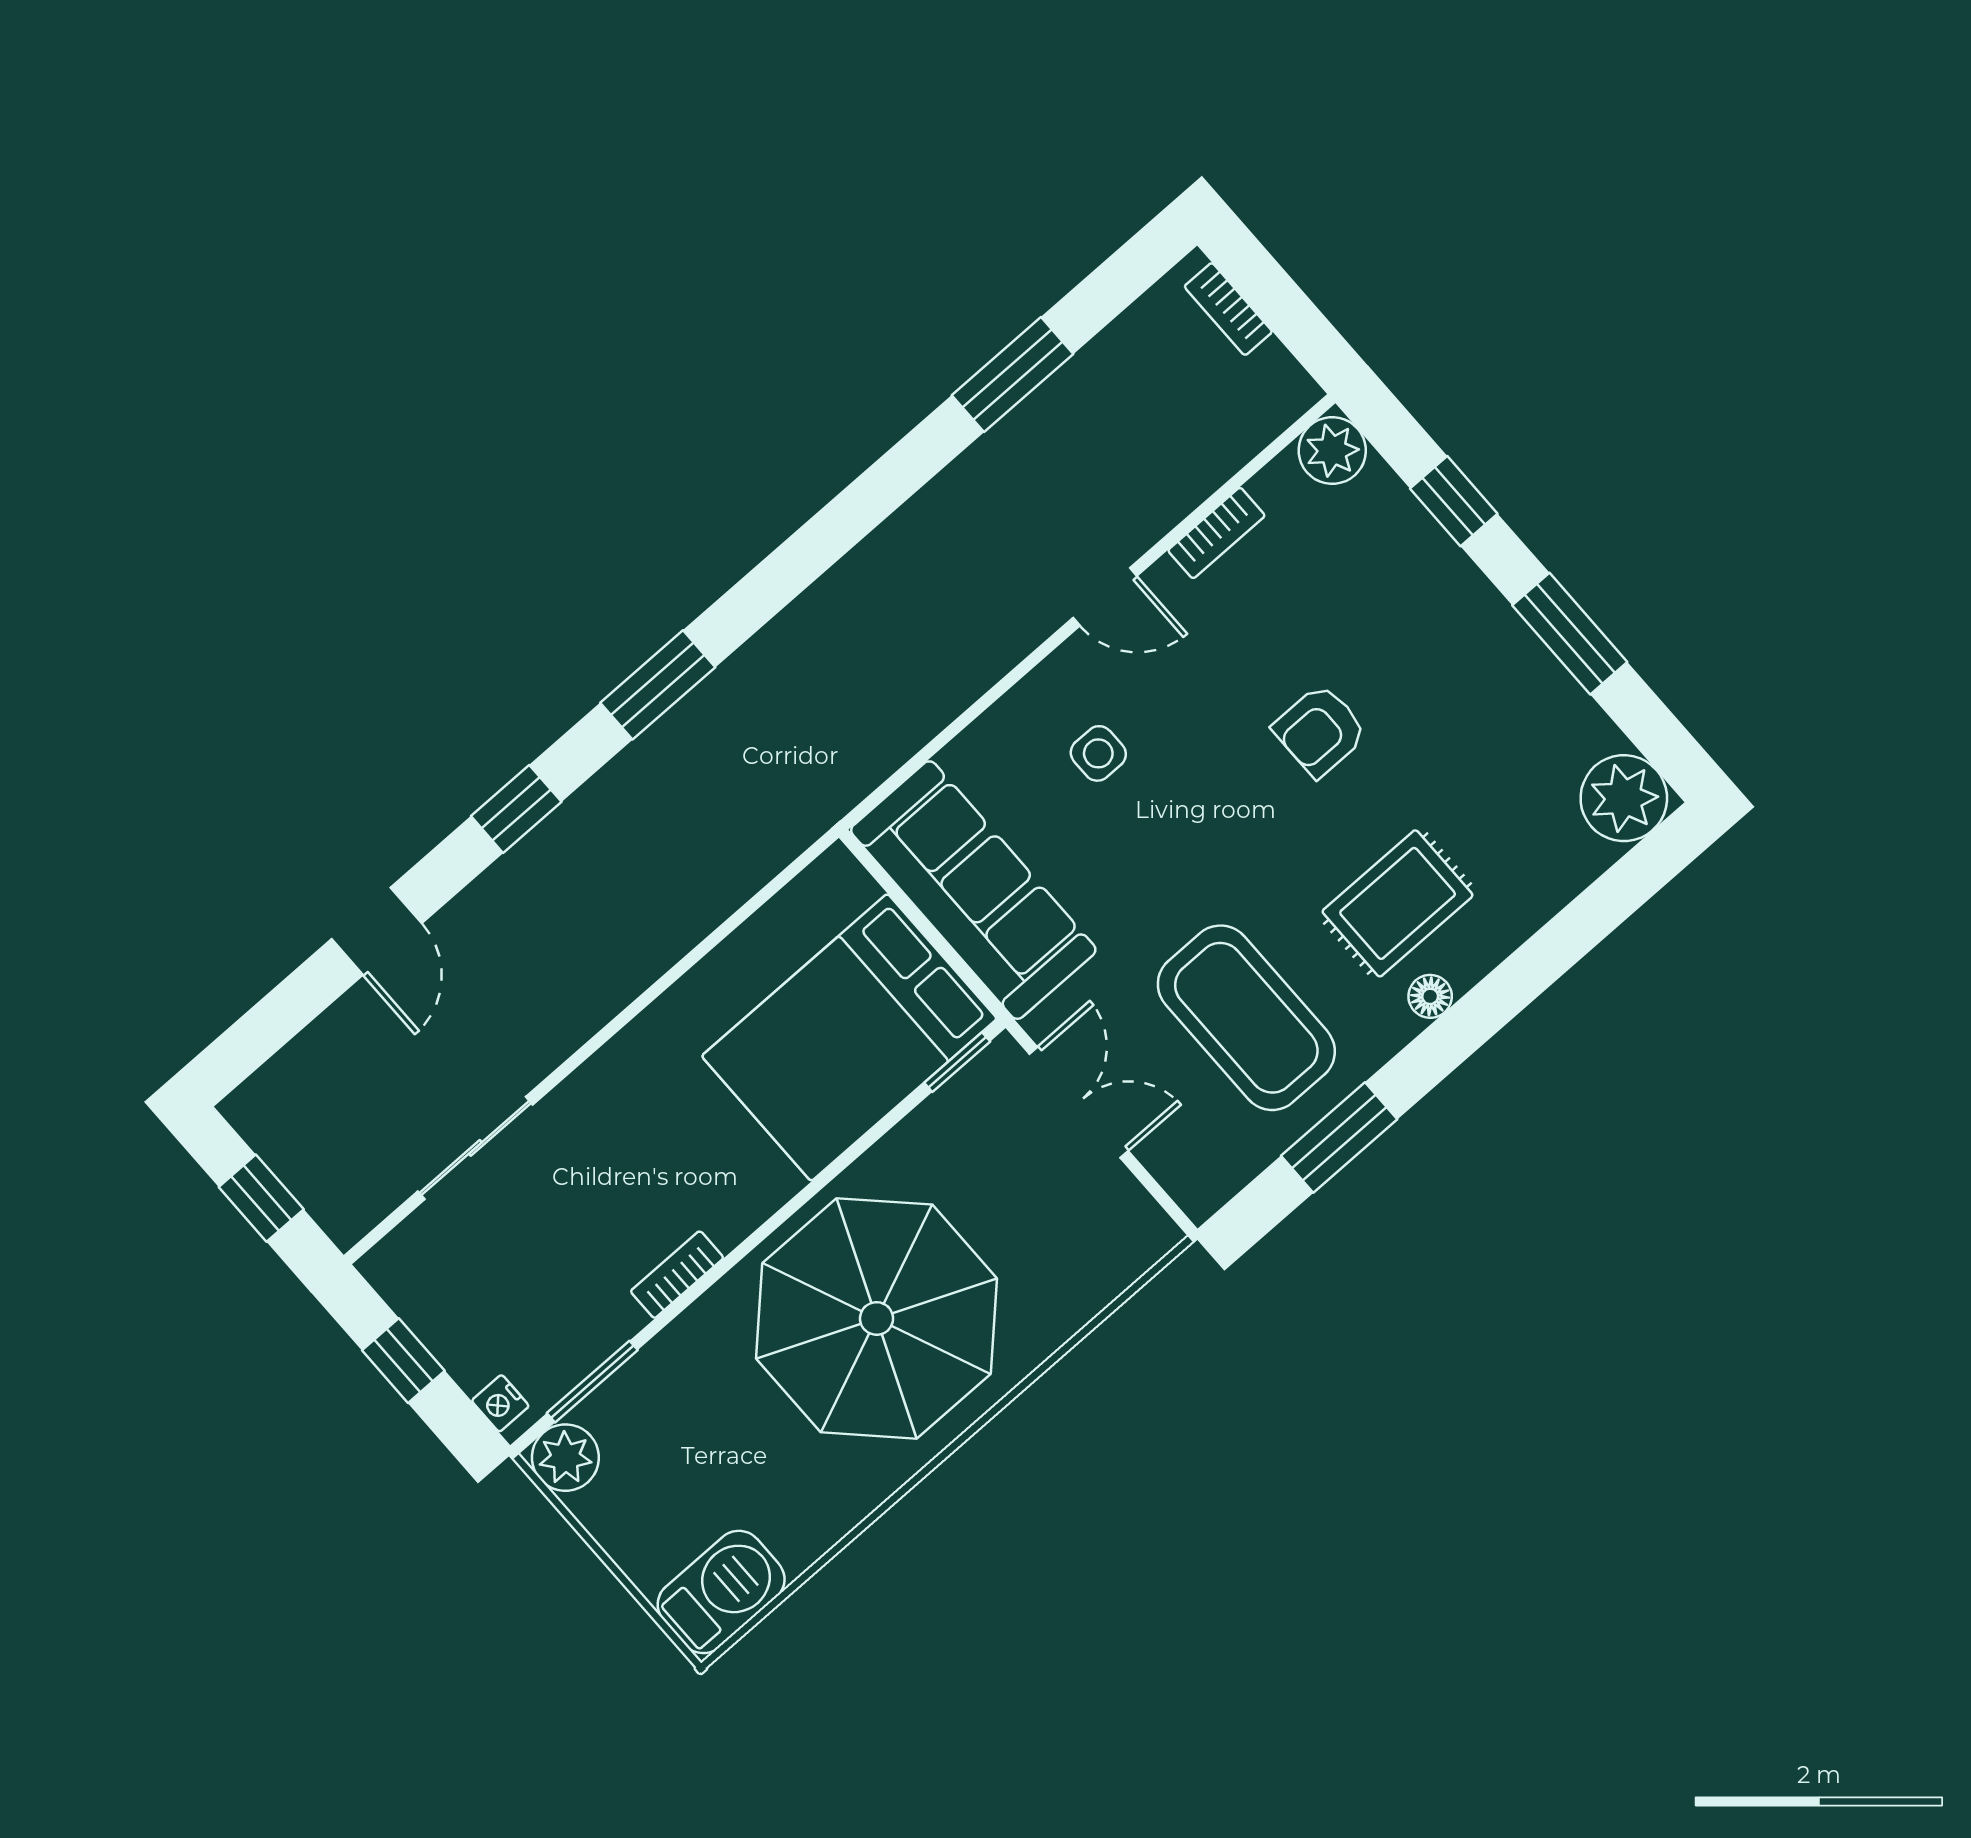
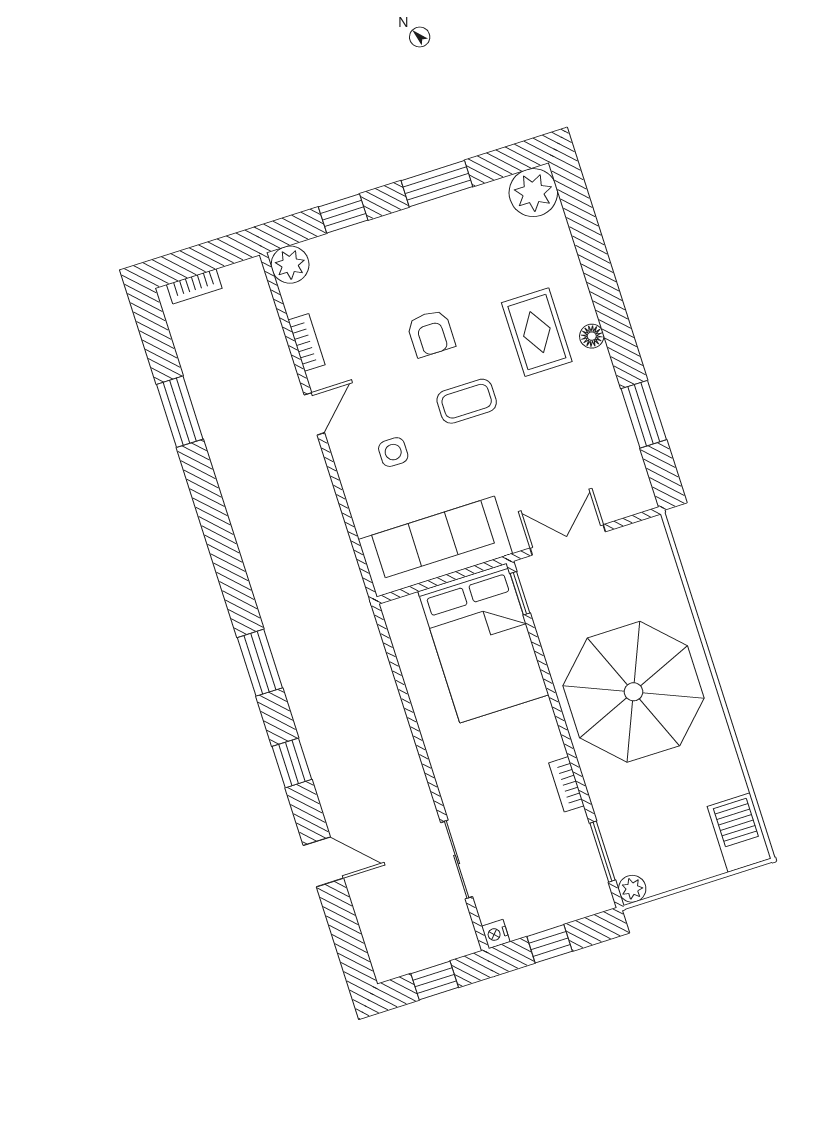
coffee table: (1246, 1018) -> (467, 401), moved, width x0.54, depth x0.58
nightstand: (500, 1403) -> (496, 934), moved, turned 90
plant: (565, 1458) -> (632, 889), width x0.73, depth x0.73

